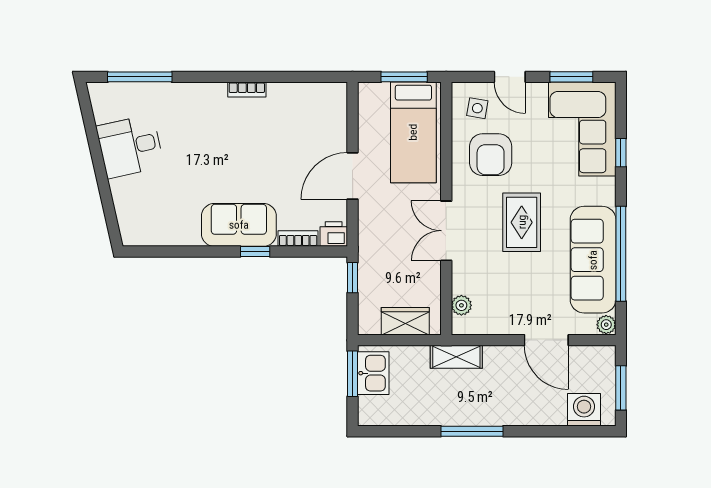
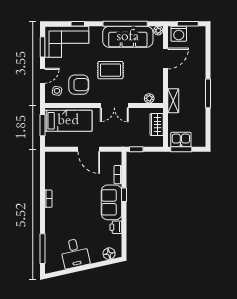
floor lamp: (129, 219) -> (109, 254), added
printer: (334, 234) -> (116, 227), moved
washing machine: (584, 410) -> (179, 34), moved, turned -90

